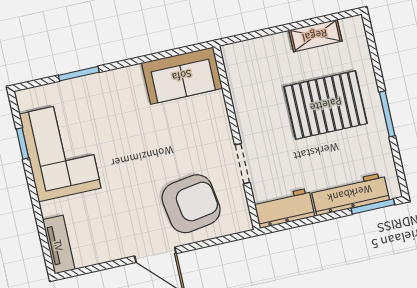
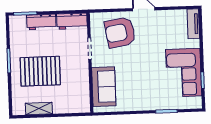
sofa: (182, 76) -> (104, 87), moved, turned 90
workbench: (350, 194) -> (41, 22), width x0.73

